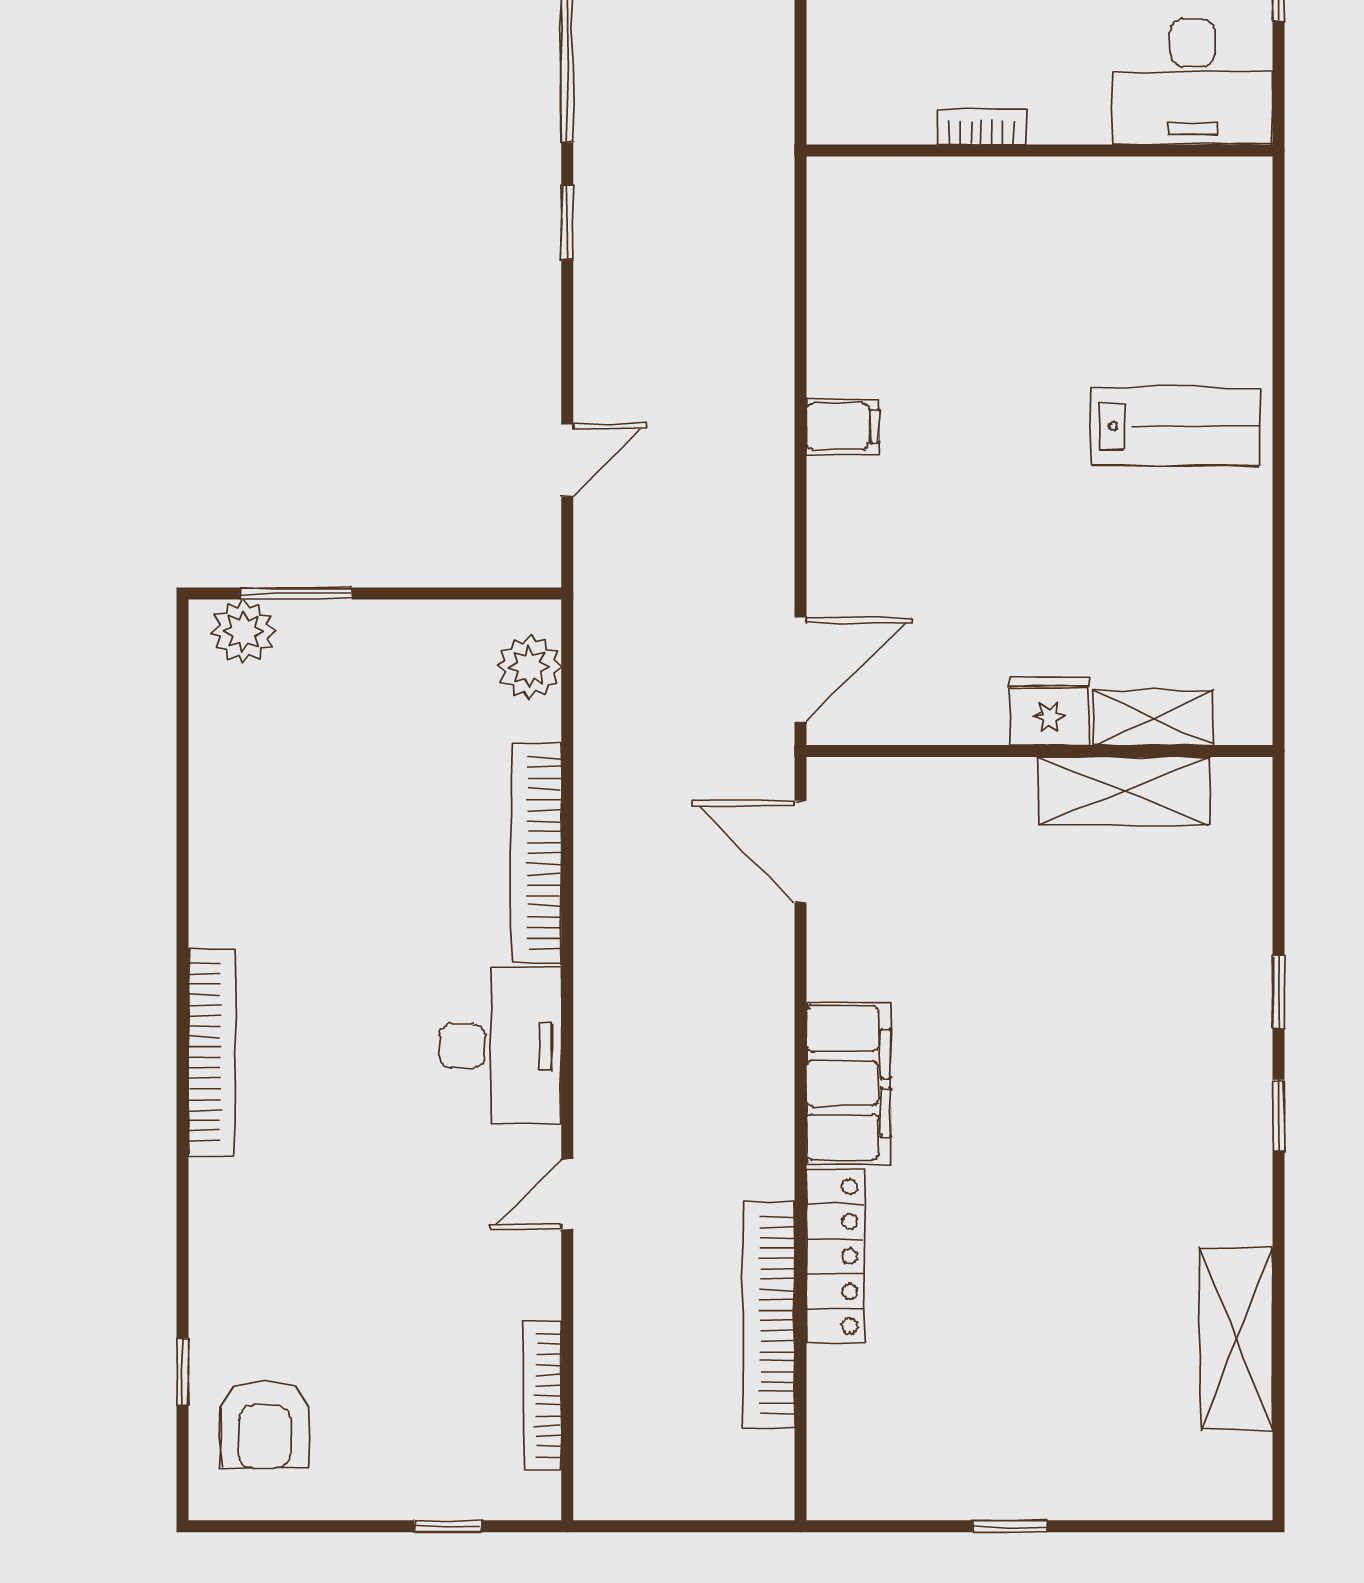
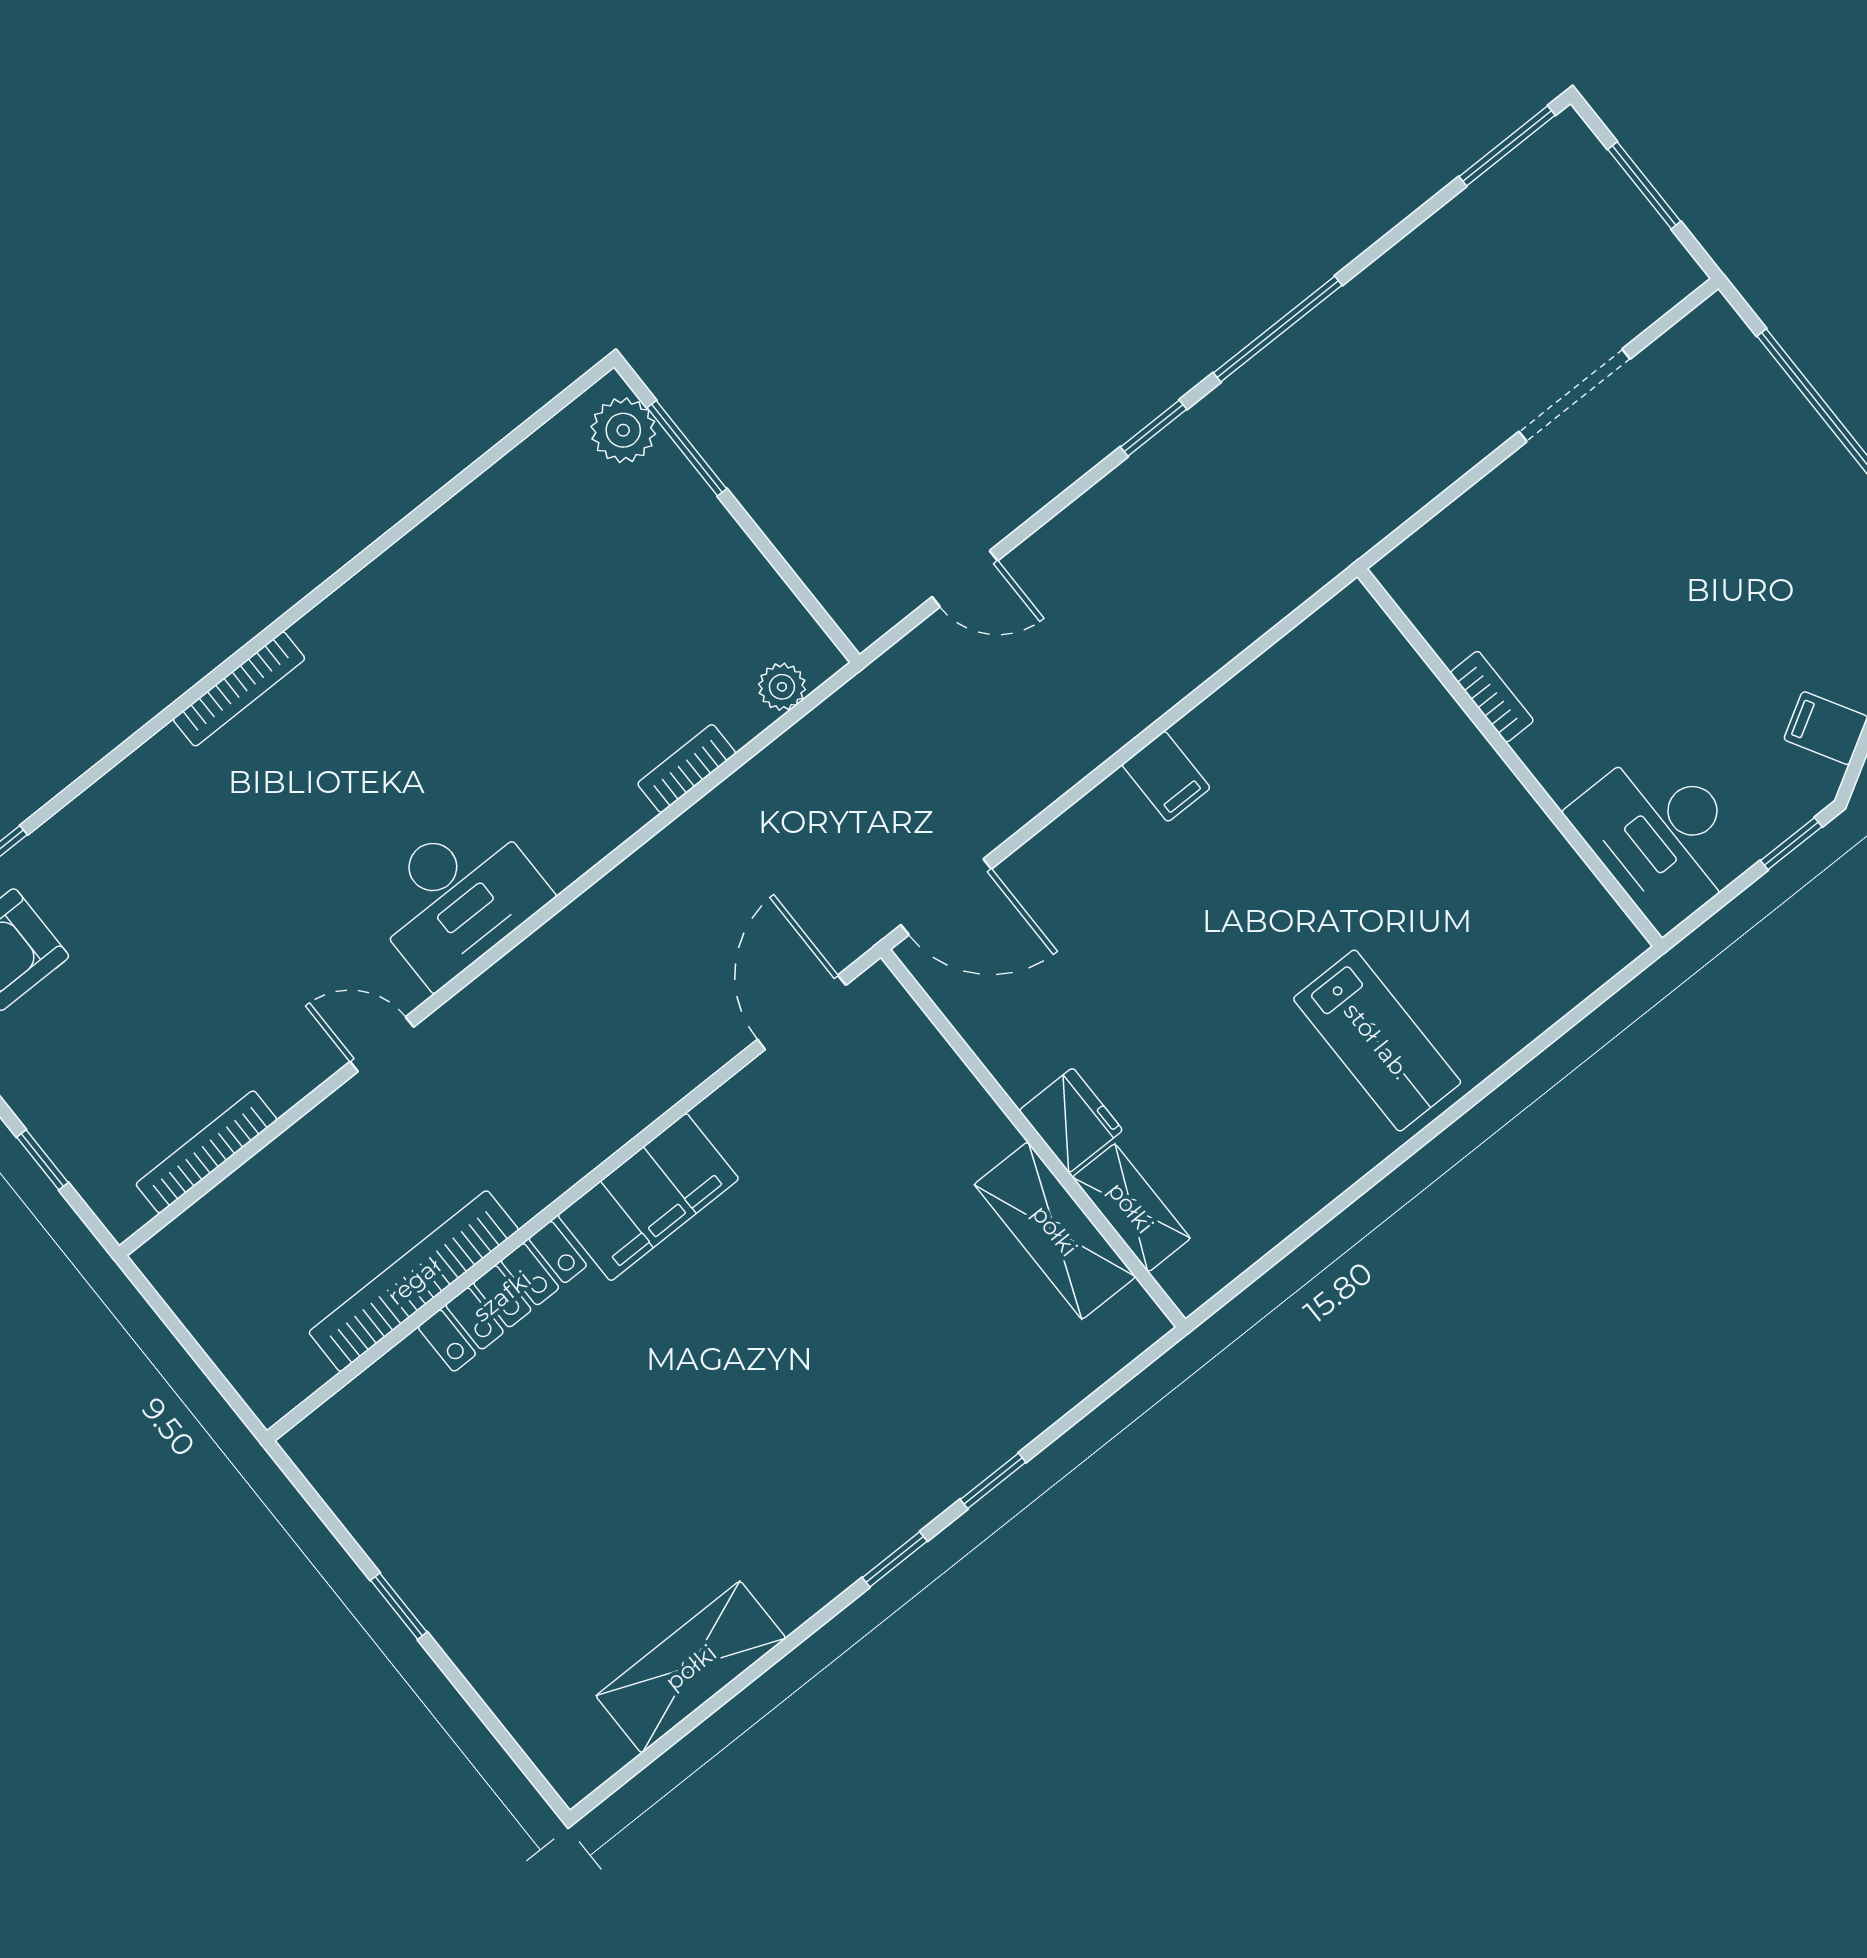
plant: (529, 667) -> (782, 687), width x0.73, depth x0.73
bookcase: (536, 853) -> (687, 768), width x0.43, depth x0.76
bookcase: (212, 1052) -> (239, 689), width x0.68, depth x0.76

